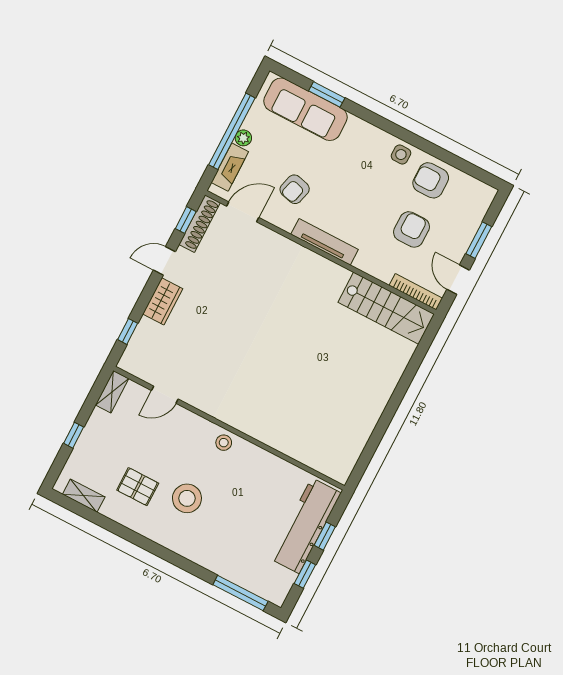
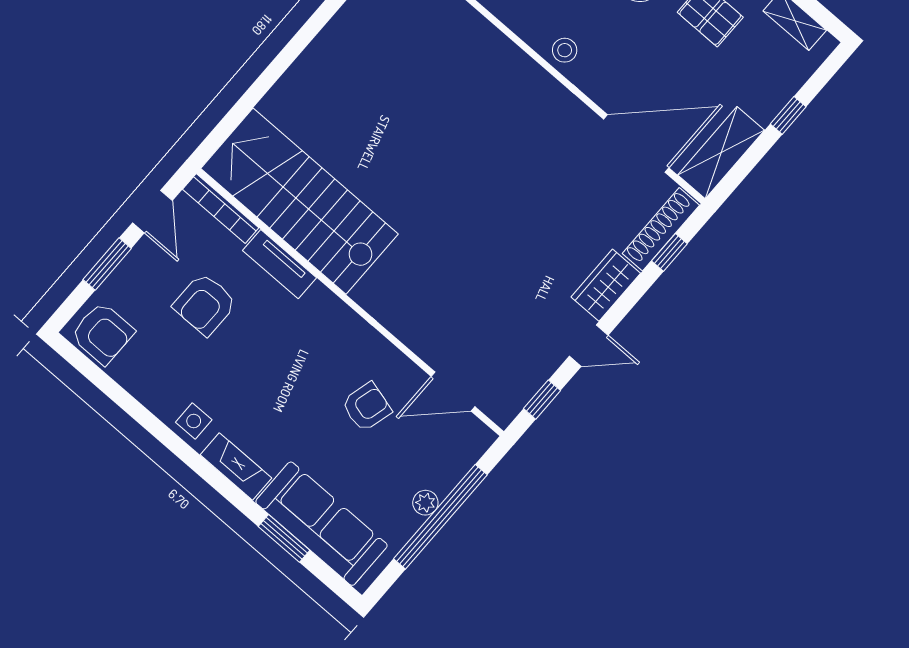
fireplace: (230, 167) -> (236, 466), moved, turned 90
armchair: (431, 180) -> (103, 333), moved
shoe rack: (200, 224) -> (661, 229), moved
tv unit: (325, 242) -> (279, 264), moved, width x0.71
stairs: (386, 308) -> (299, 201), width x1.36, depth x1.51
shelving: (112, 392) -> (721, 153), width x1.50, depth x1.33
door: (165, 395) -> (636, 143), width x1.87

